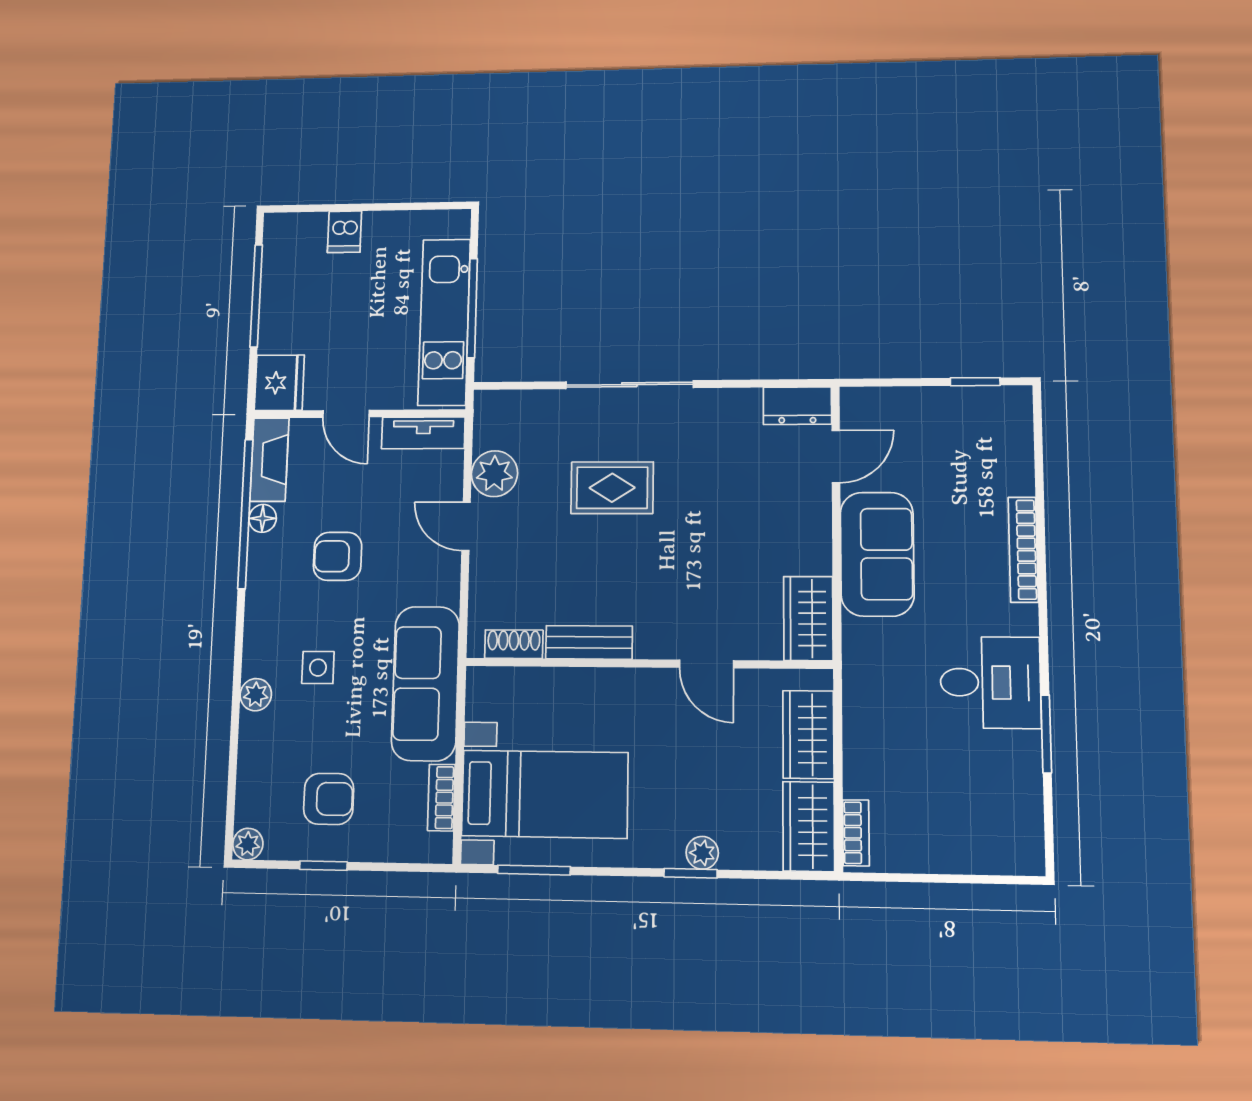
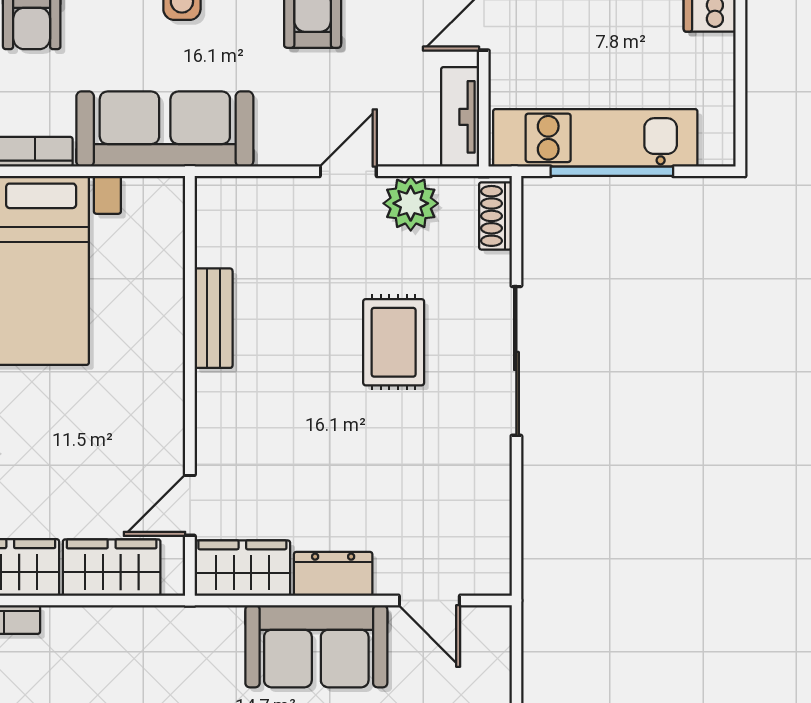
dresser: (797, 406) -> (333, 574), moved, turned 90
shoe rack: (514, 644) -> (495, 216), moved, turned 180
door: (707, 664) -> (190, 505), moved

